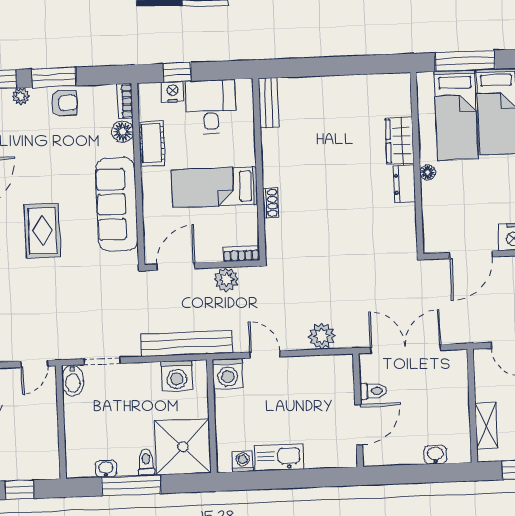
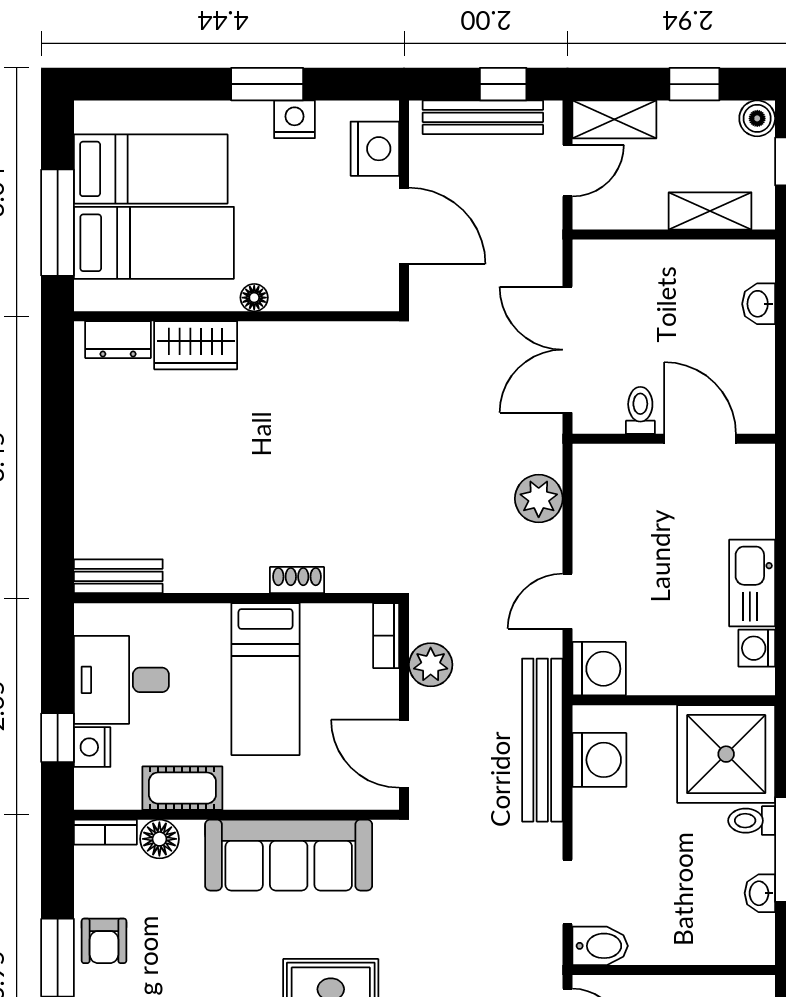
armchair: (64, 103) -> (104, 941), turned 180
dresser: (404, 184) -> (118, 340), moved

